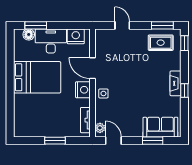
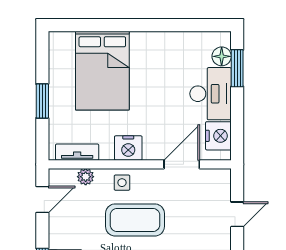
door: (93, 68) -> (182, 164), moved
bed: (37, 77) -> (102, 71), moved
coffee table: (126, 86) -> (135, 220), added
plant: (100, 128) -> (86, 177), moved

